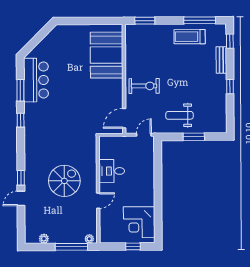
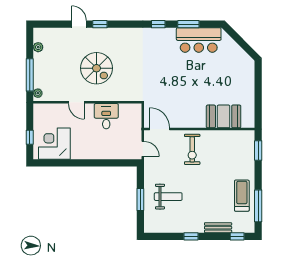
booth: (107, 55) -> (224, 116), width x0.73, depth x0.70
weight bench: (179, 115) -> (168, 197), moved, turned 90

